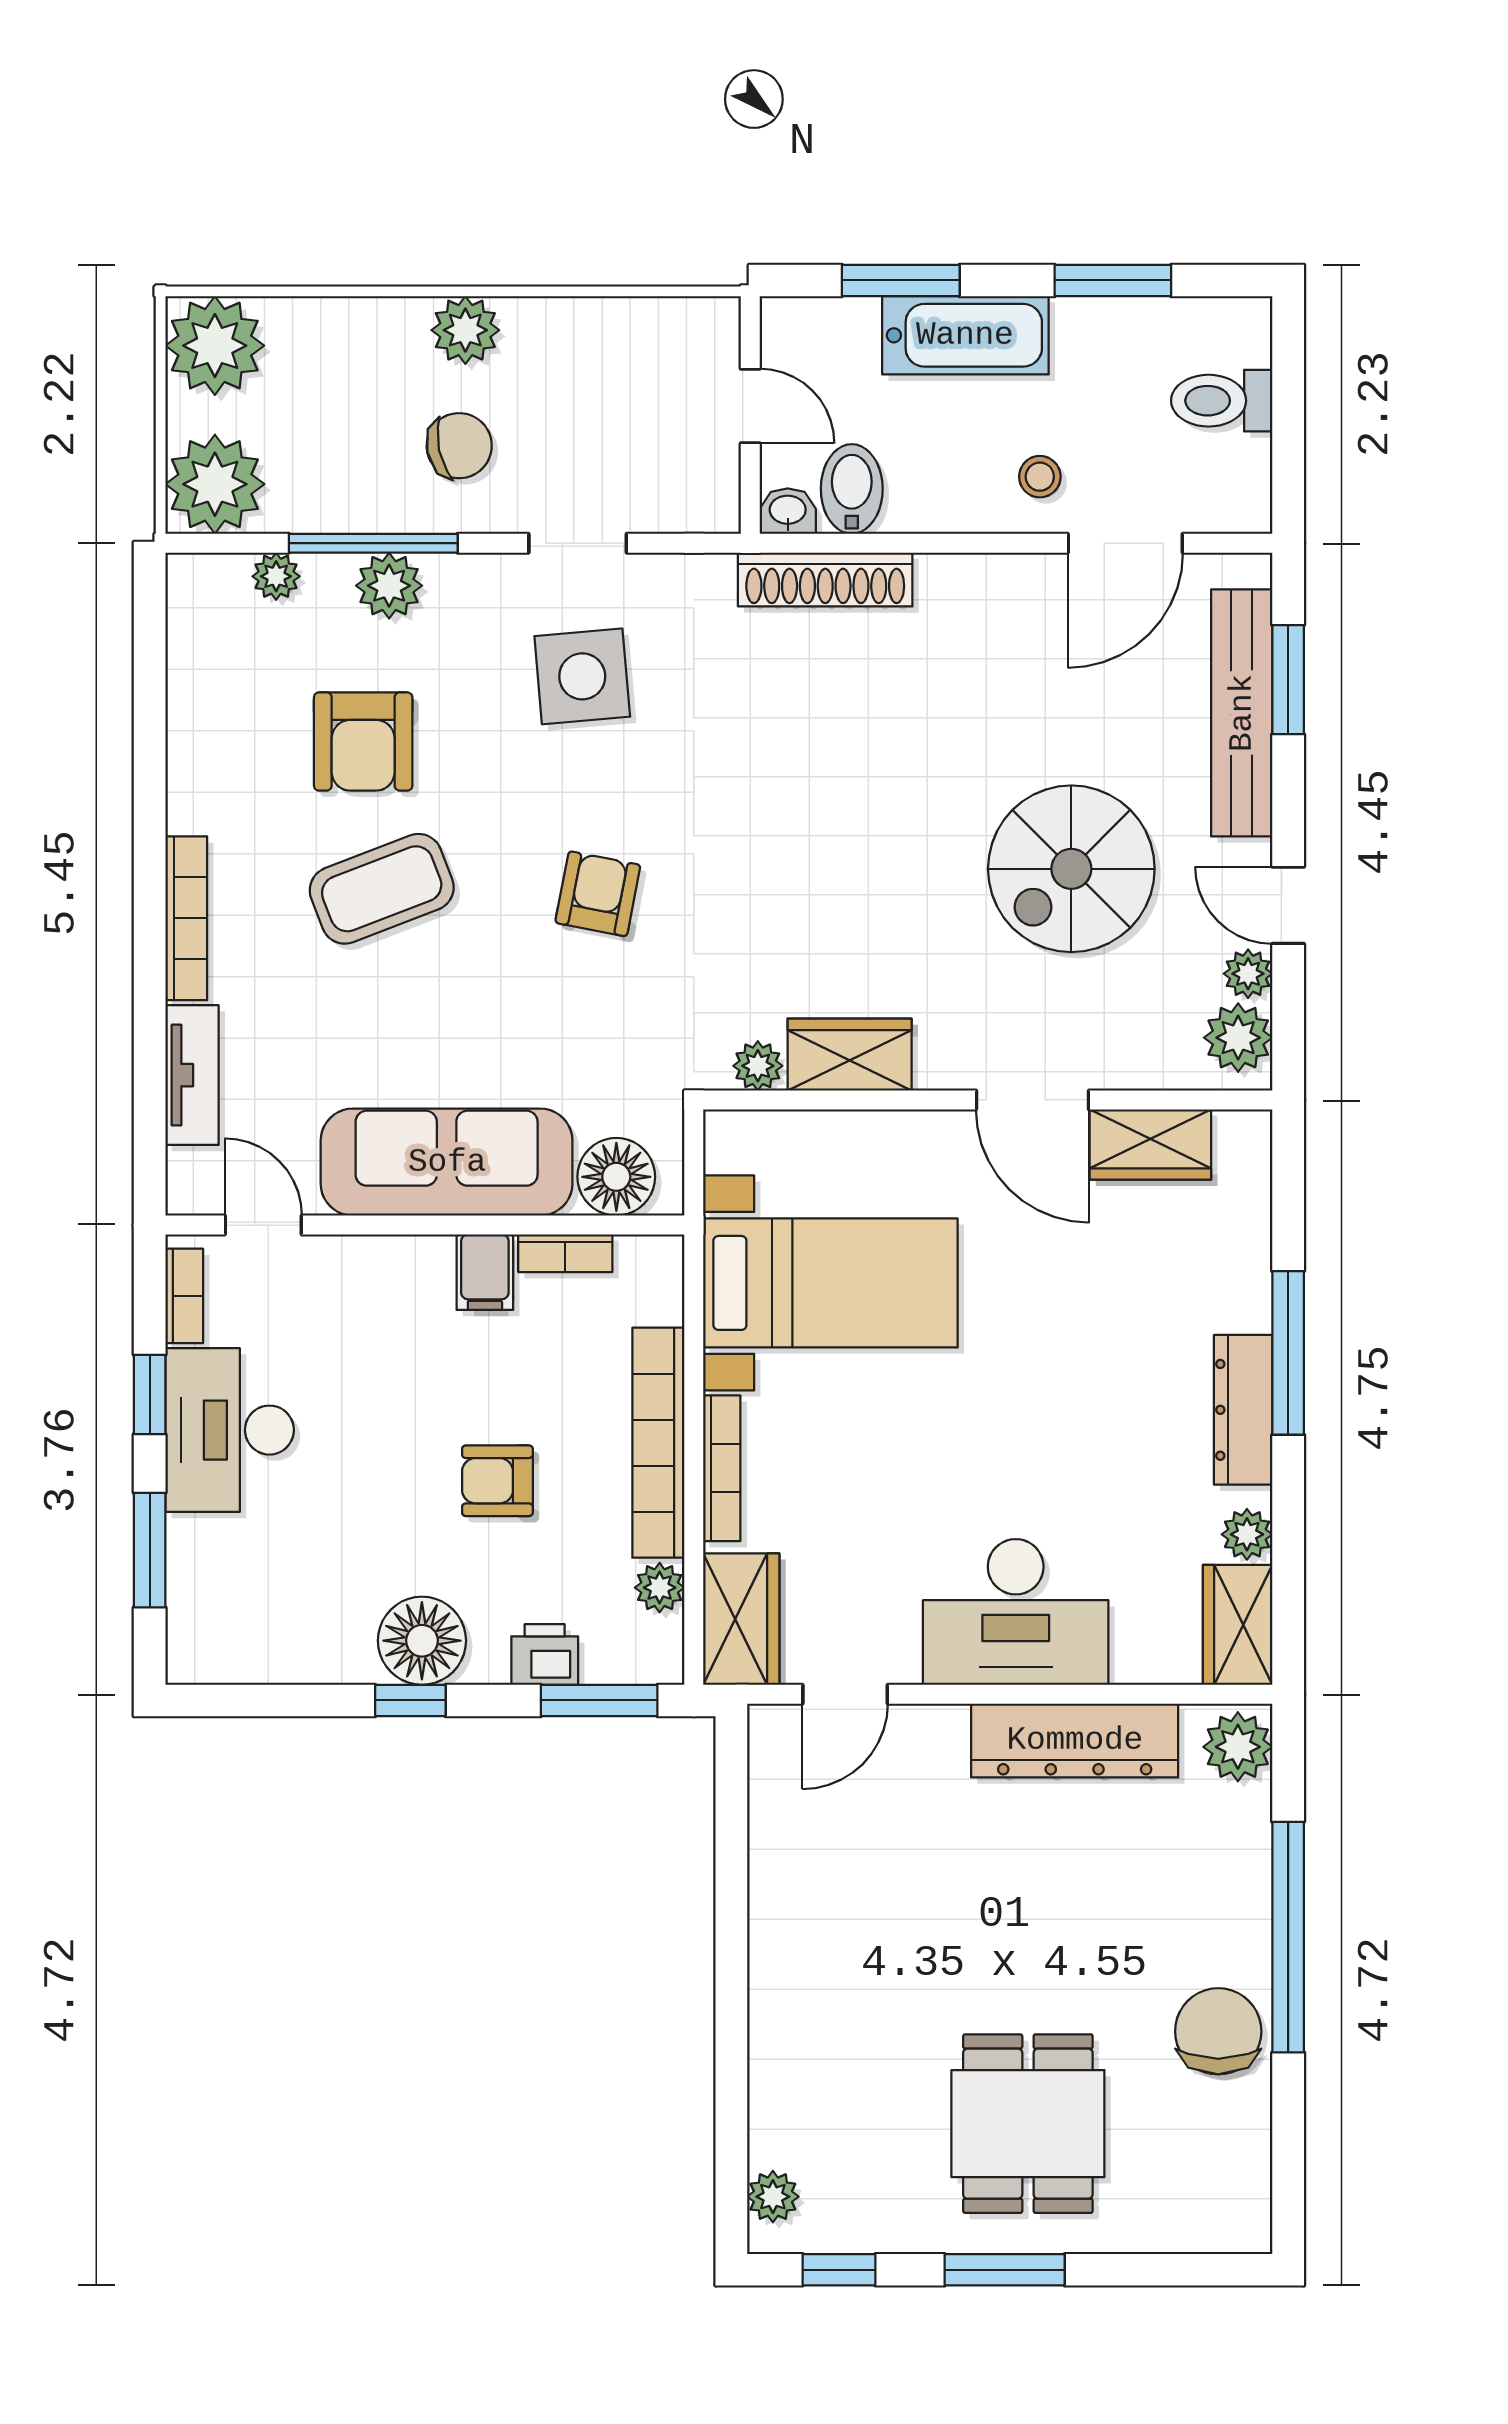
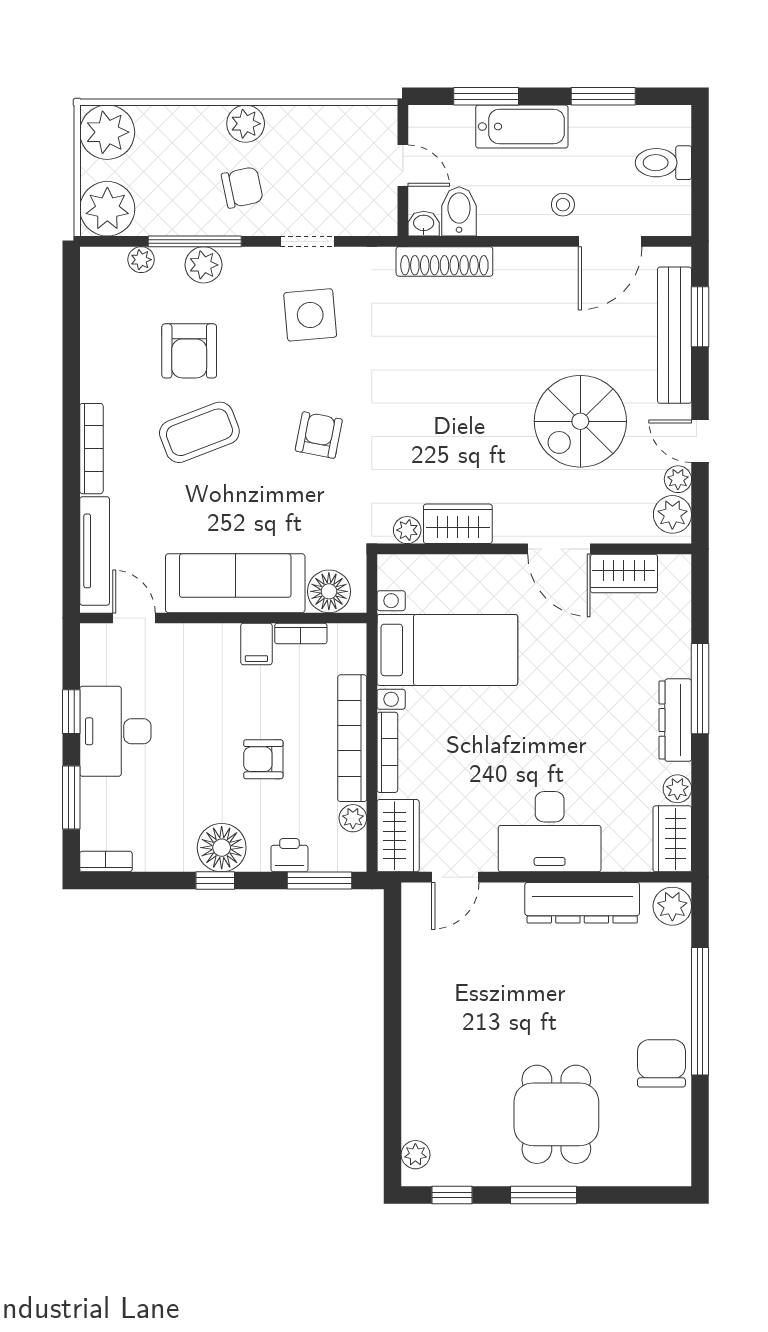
tv unit: (192, 1075) -> (95, 551), width x1.41
bookcase: (184, 1296) -> (106, 862), moved, turned -90

